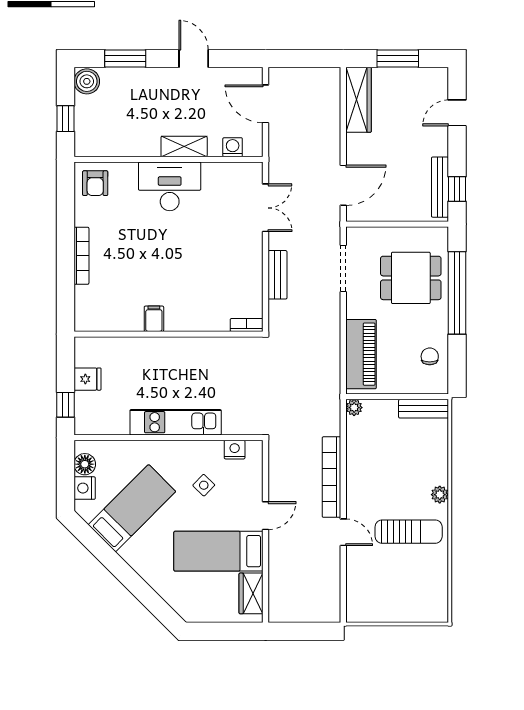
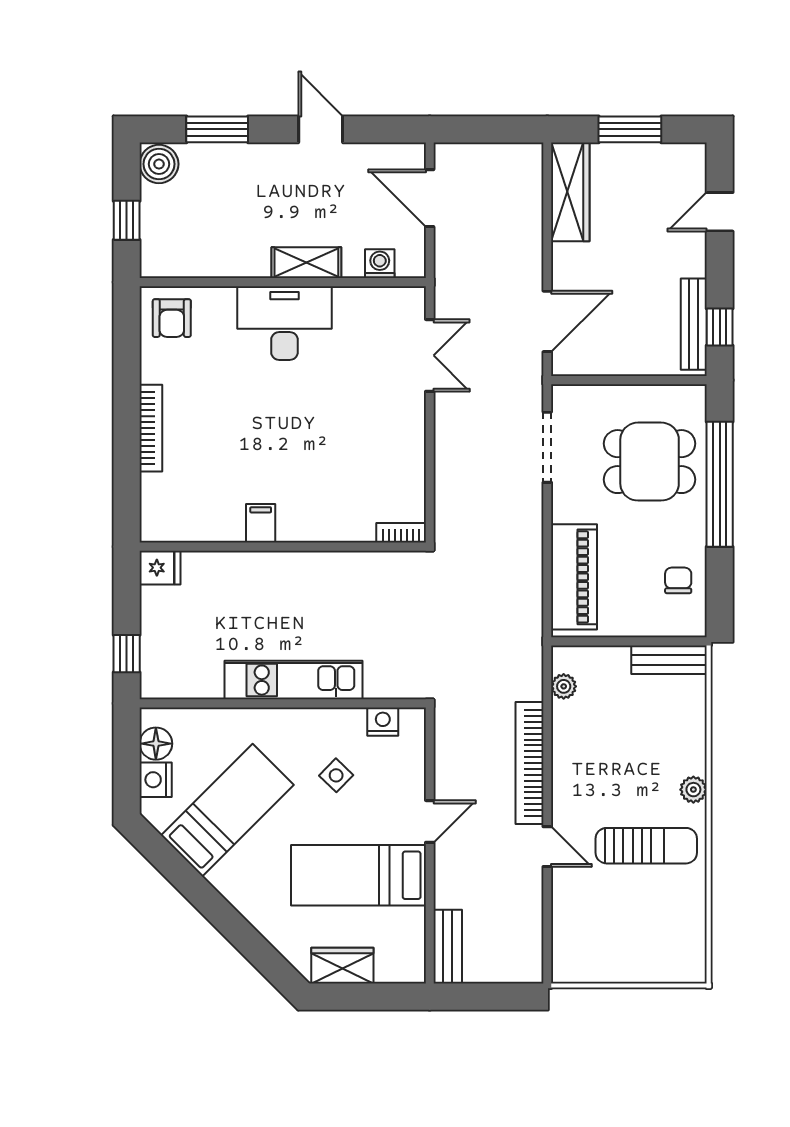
bench: (277, 275) -> (448, 947), moved
fridge: (87, 379) -> (160, 568), moved
plant: (354, 408) -> (564, 686), moved
wardrobe: (251, 593) -> (342, 966), moved, turned 90

